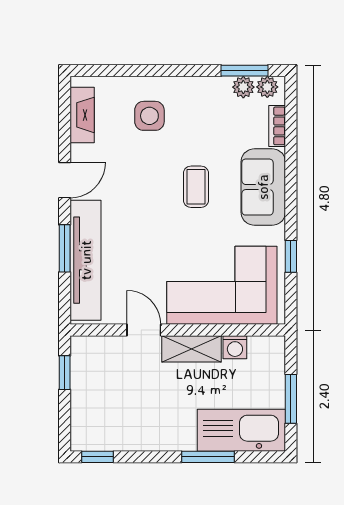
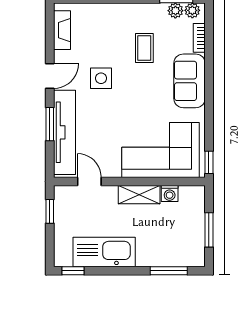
side table: (149, 116) -> (101, 78), moved
coffee table: (196, 187) -> (144, 48), moved
window: (291, 256) -> (209, 162), moved
door: (144, 330) -> (89, 181), moved
kitchen sink: (241, 430) -> (104, 252), moved
window: (208, 457) -> (169, 271), moved

